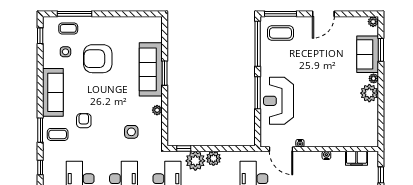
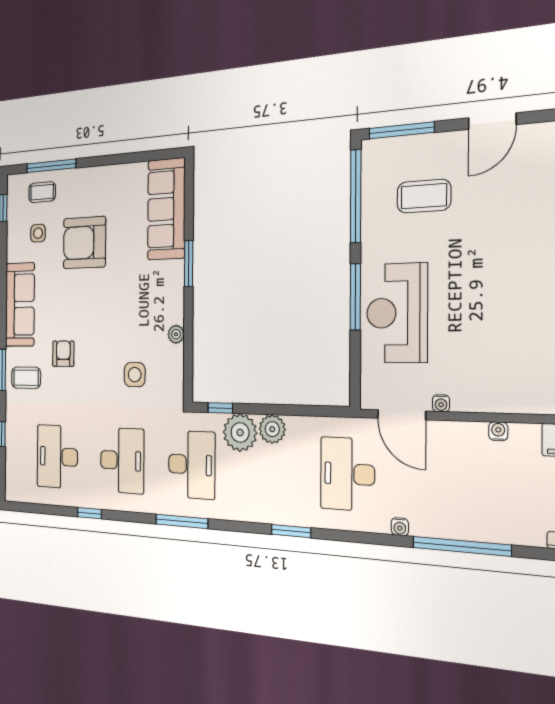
coffee table: (280, 33) -> (424, 196), moved
sofa: (151, 69) -> (166, 209), moved

